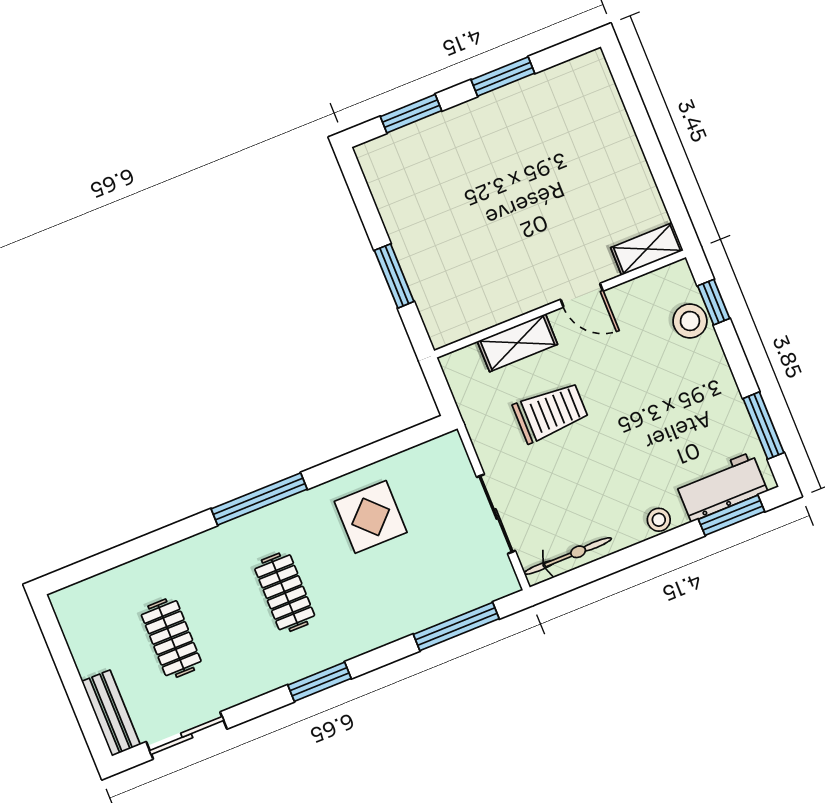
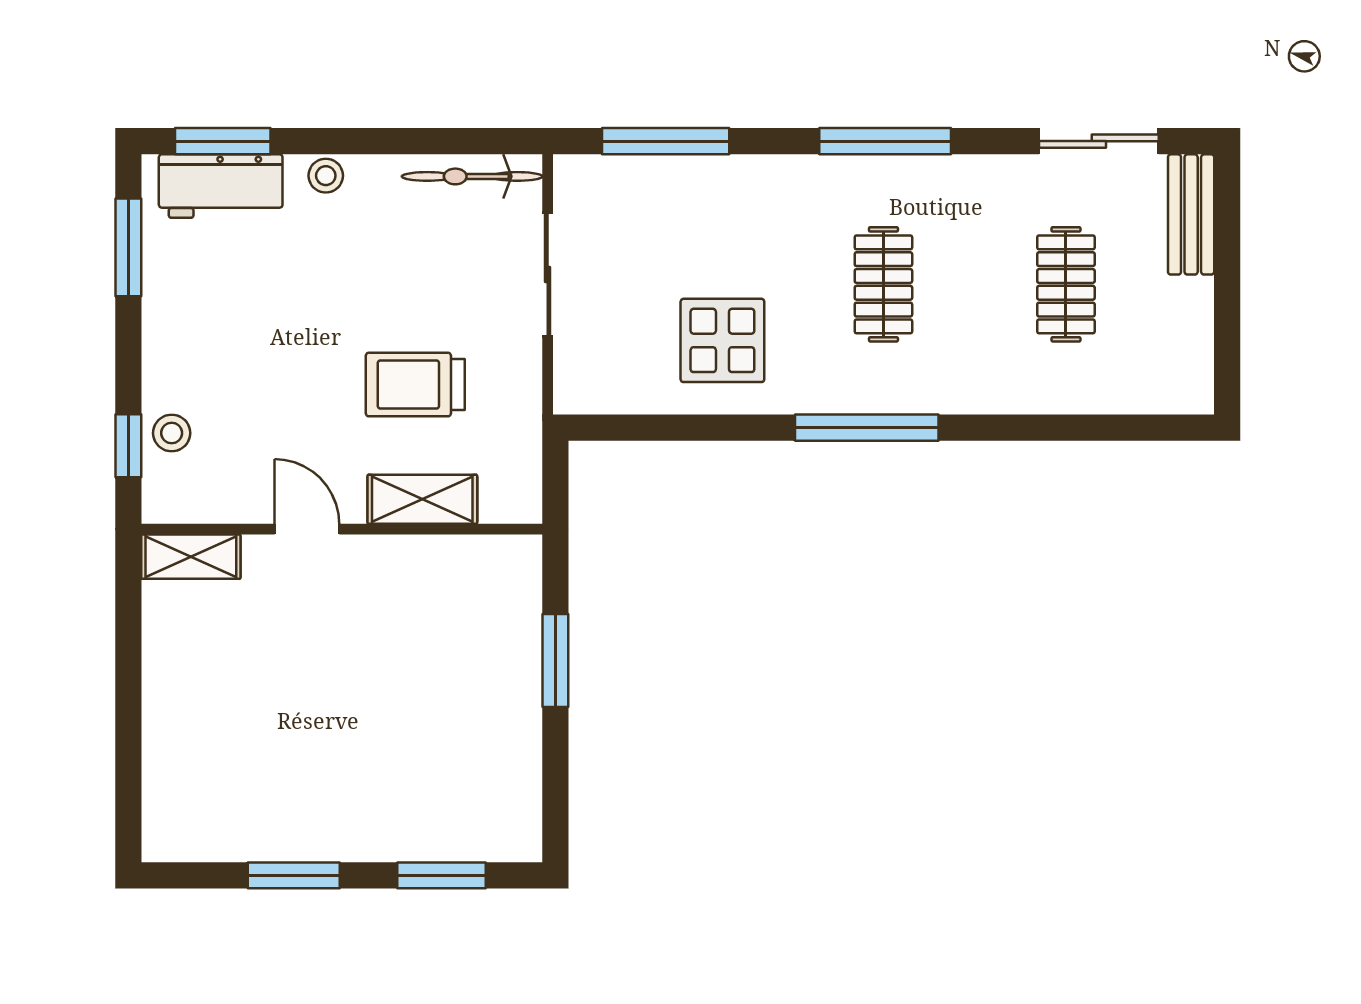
stool: (690, 321) -> (172, 433), width x0.73, depth x0.73
window: (320, 682) -> (885, 141), width x1.44

